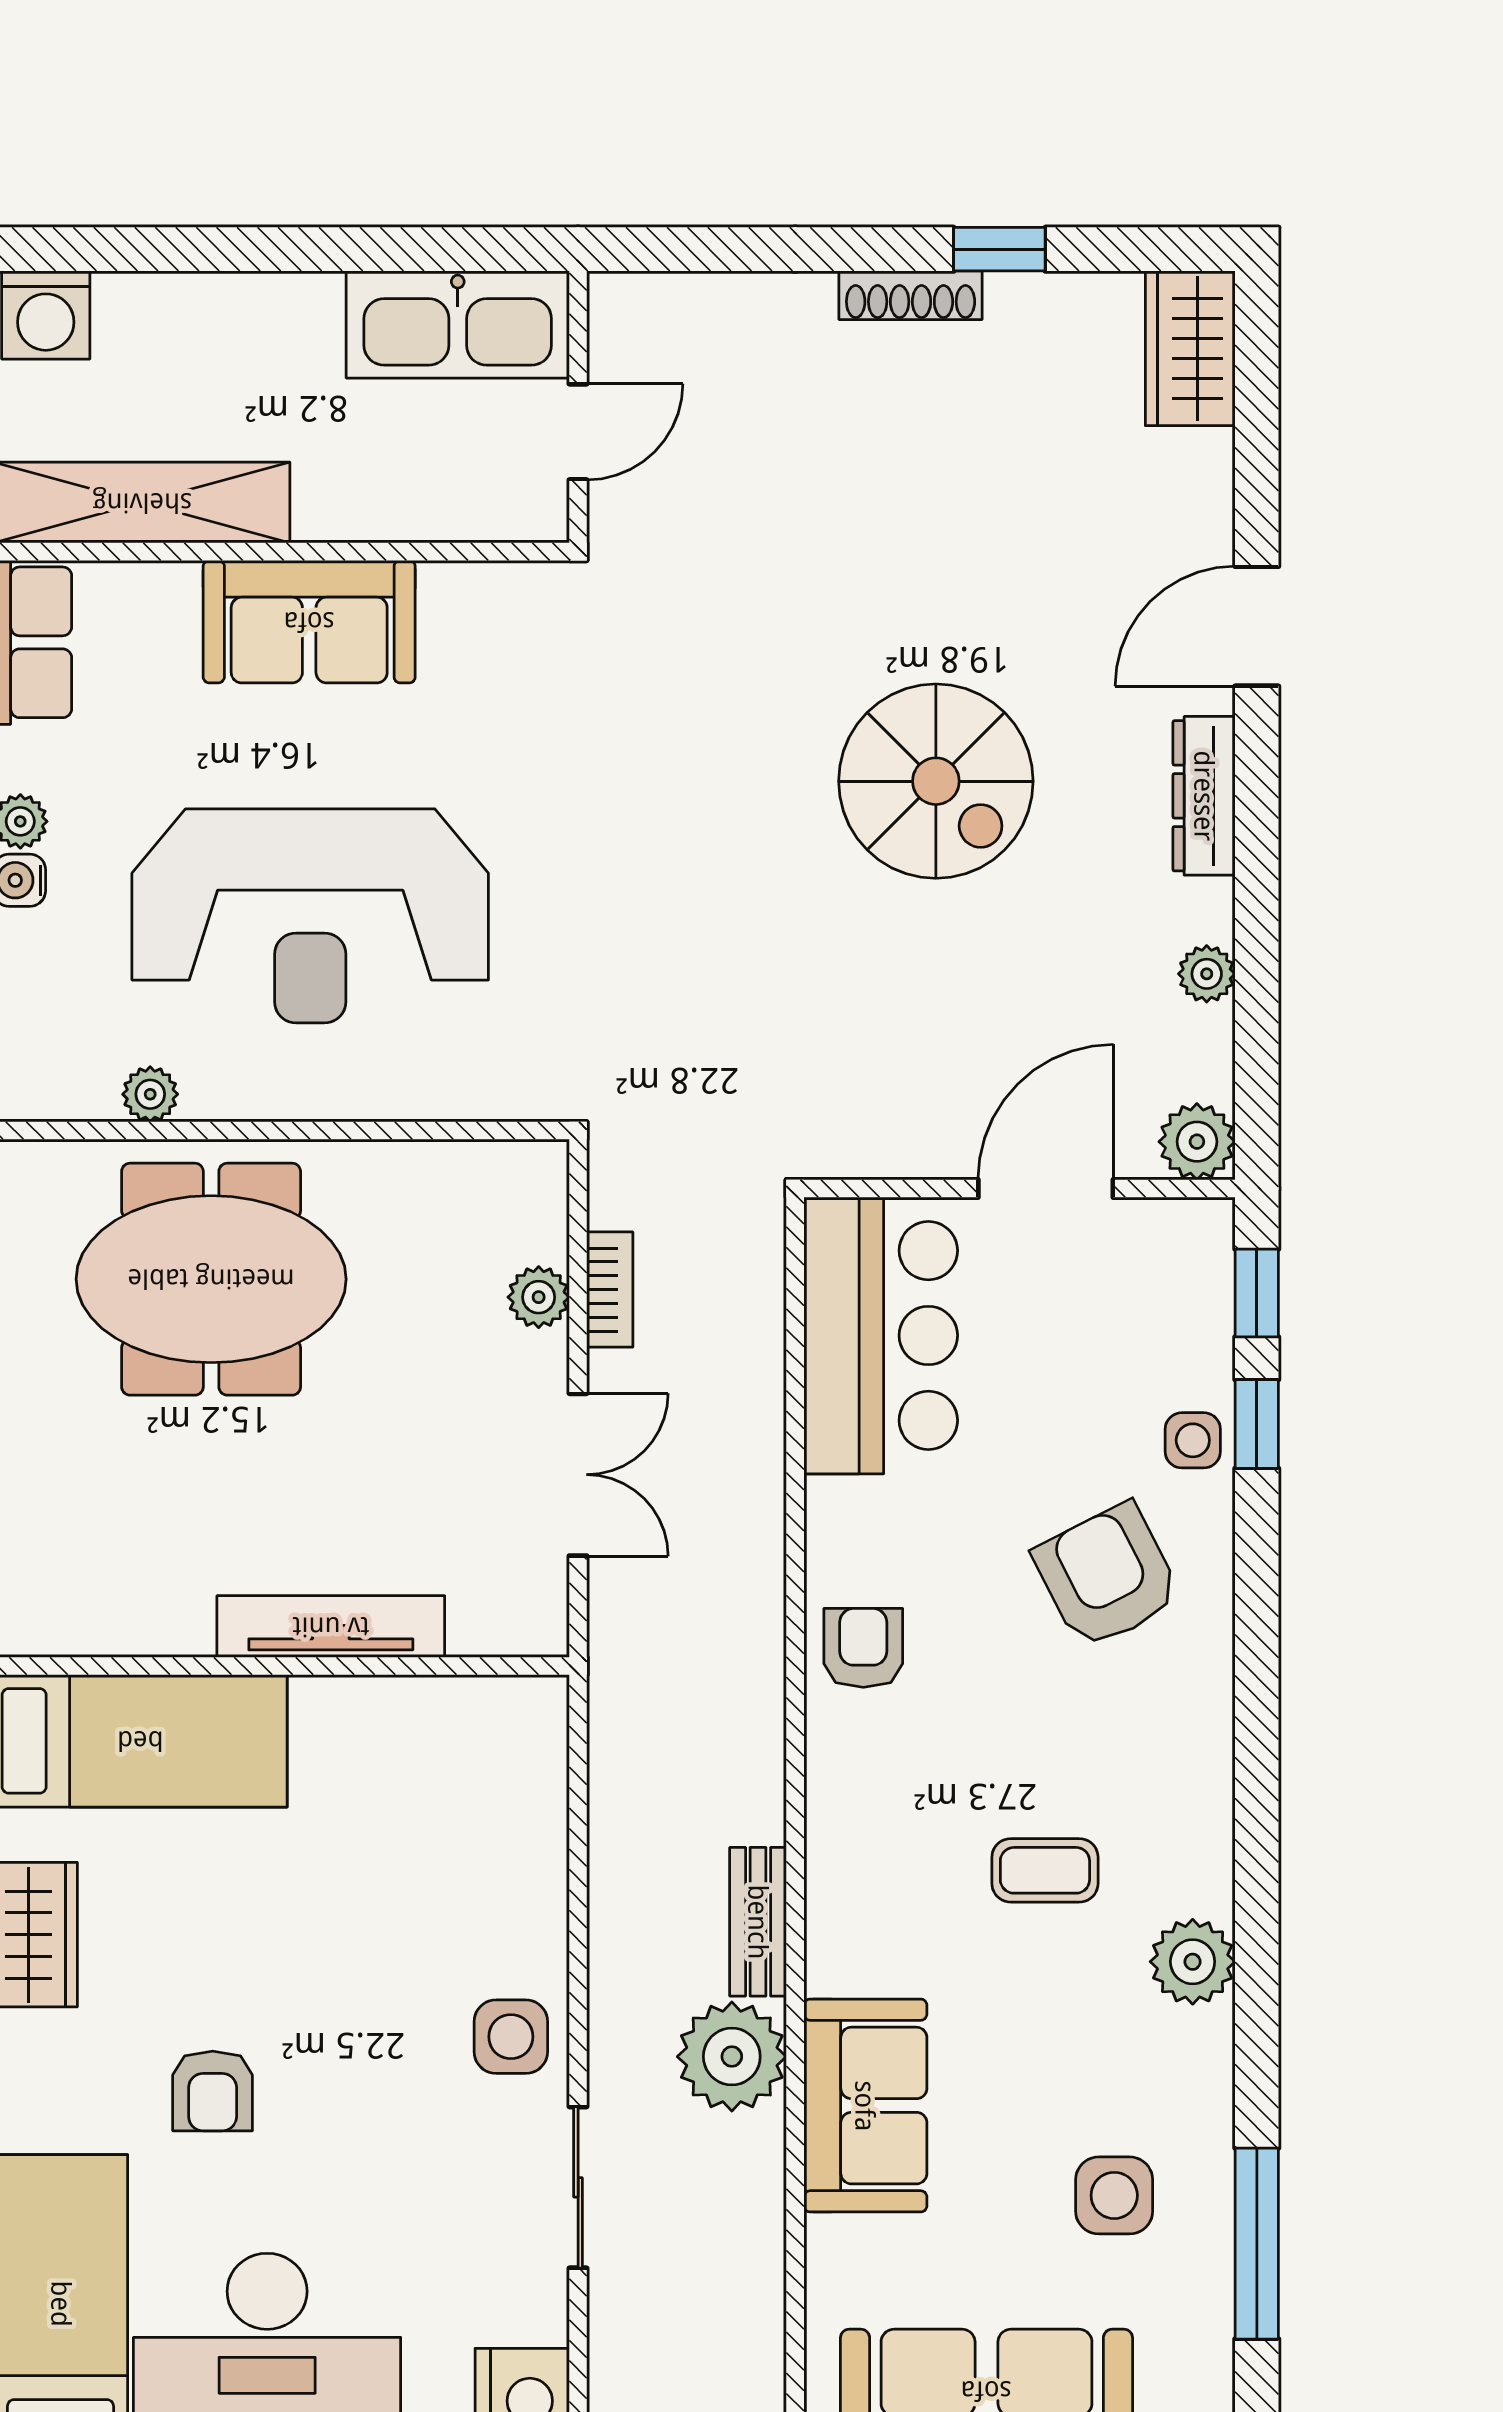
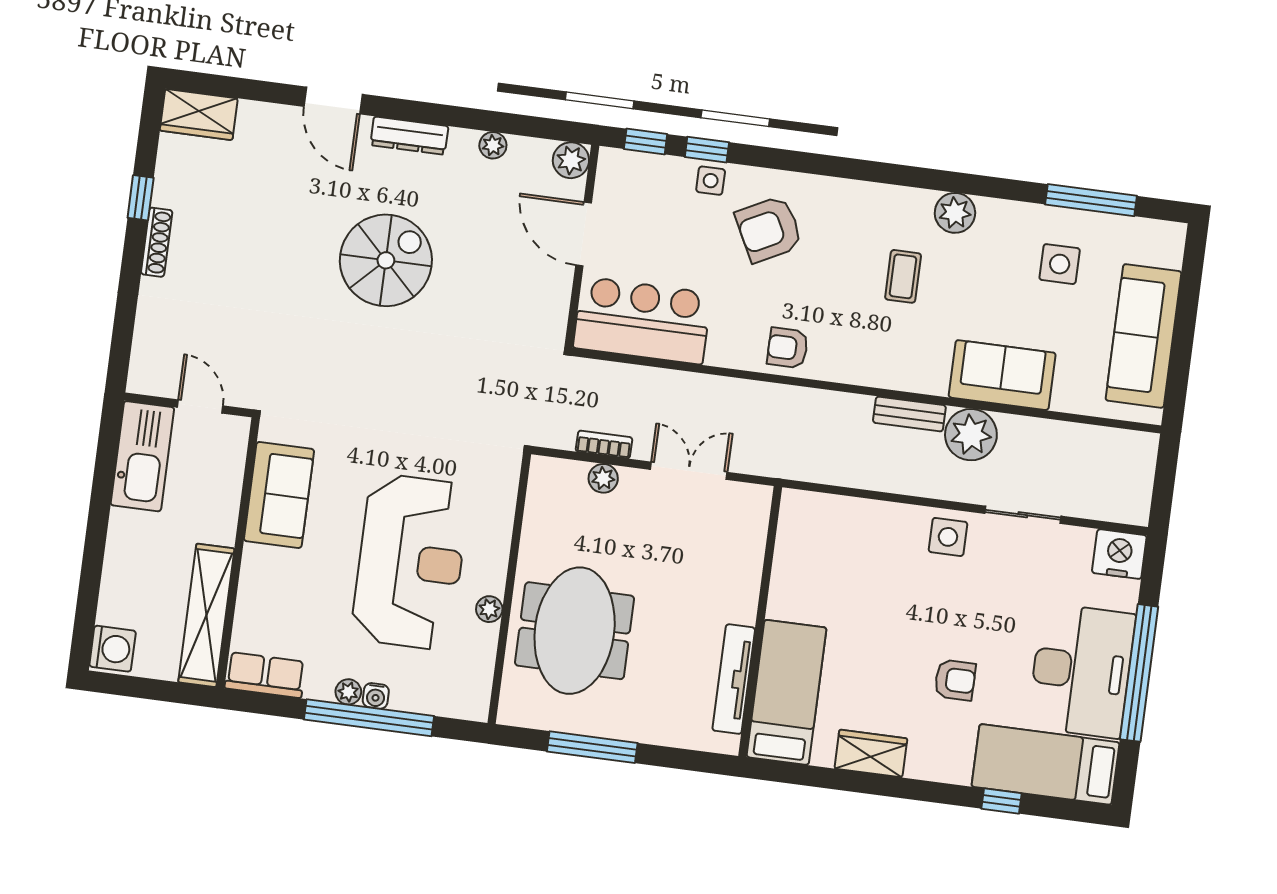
sofa: (309, 622) -> (279, 495), moved
plant: (150, 1094) -> (489, 609), moved
tv unit: (331, 1627) -> (734, 679), moved

